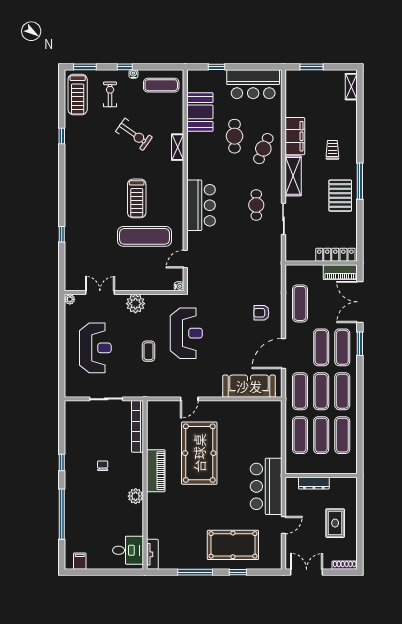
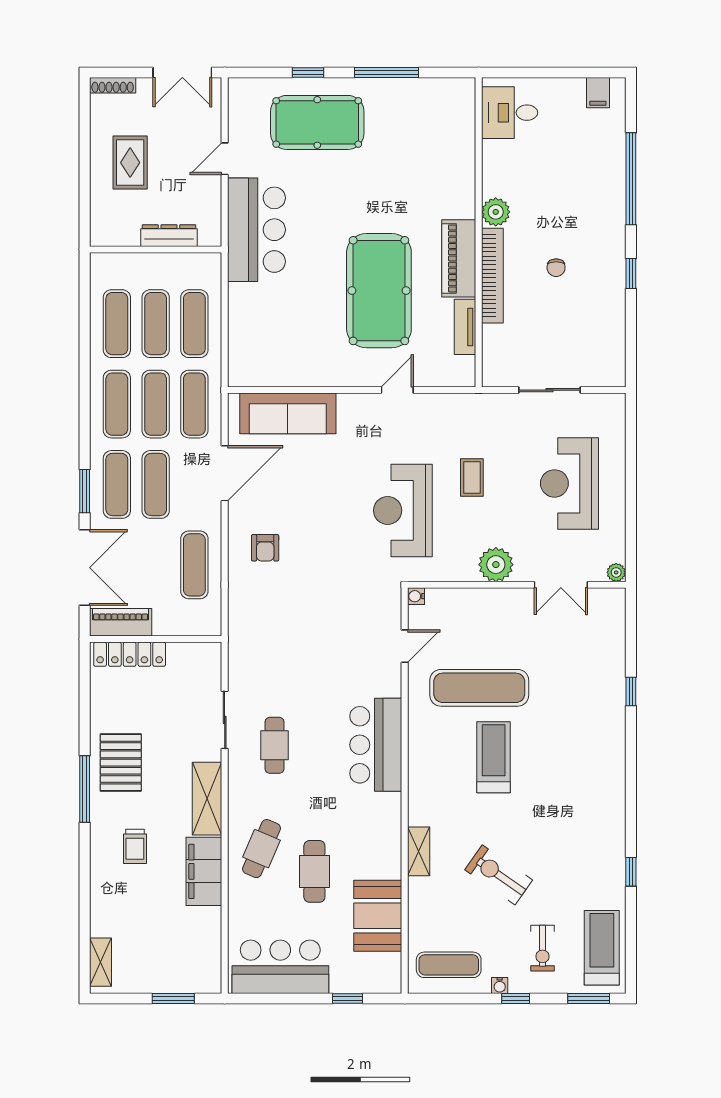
armchair: (261, 313) -> (265, 548), turned 90
bookcase: (137, 426) -> (492, 276), moved
tv unit: (152, 554) -> (465, 327), moved

